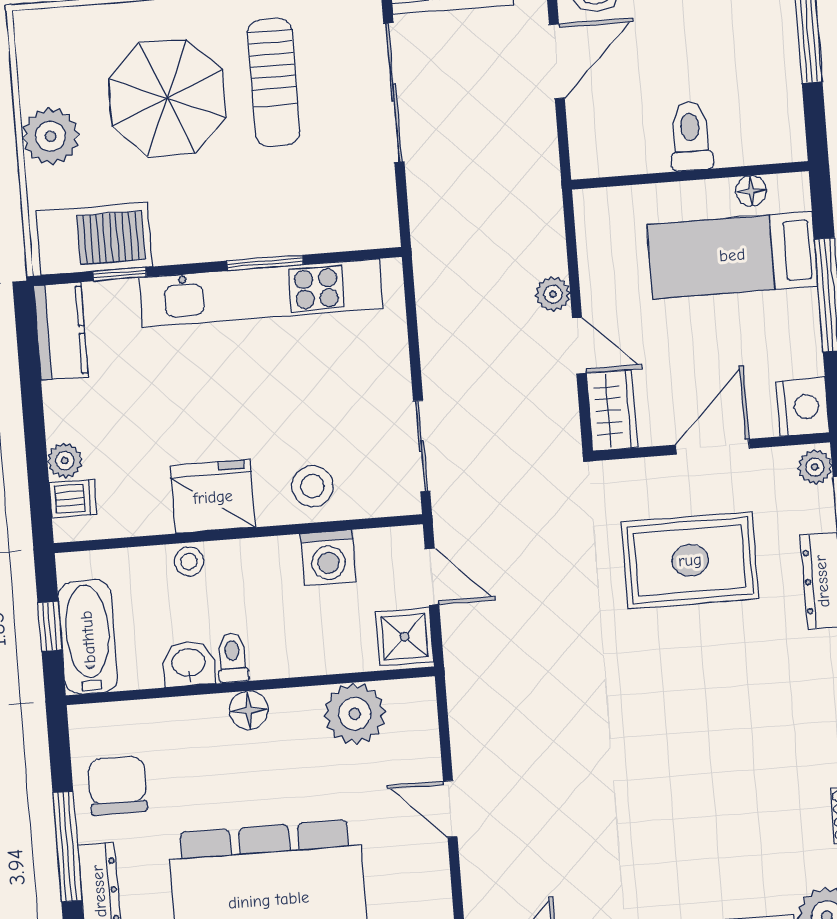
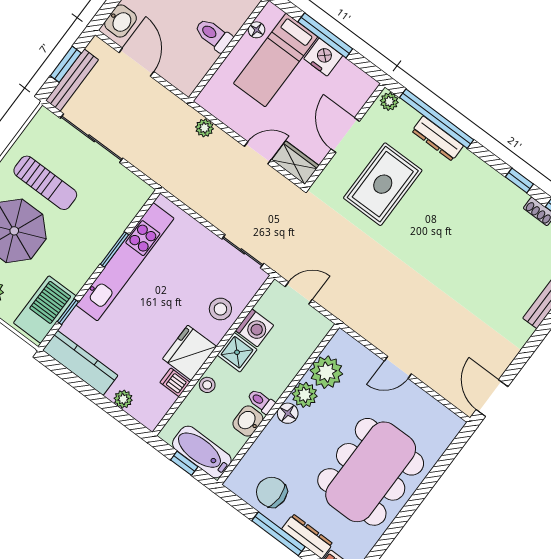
plant: (553, 294) -> (205, 128), moved
kitchen counter: (61, 331) -> (80, 363), width x1.50
nightstand: (802, 407) -> (323, 57), moved
dishwasher: (73, 498) -> (175, 382), moved, turned -90
shower: (405, 637) -> (237, 352), moved
plant: (296, 711) -> (305, 395), added

